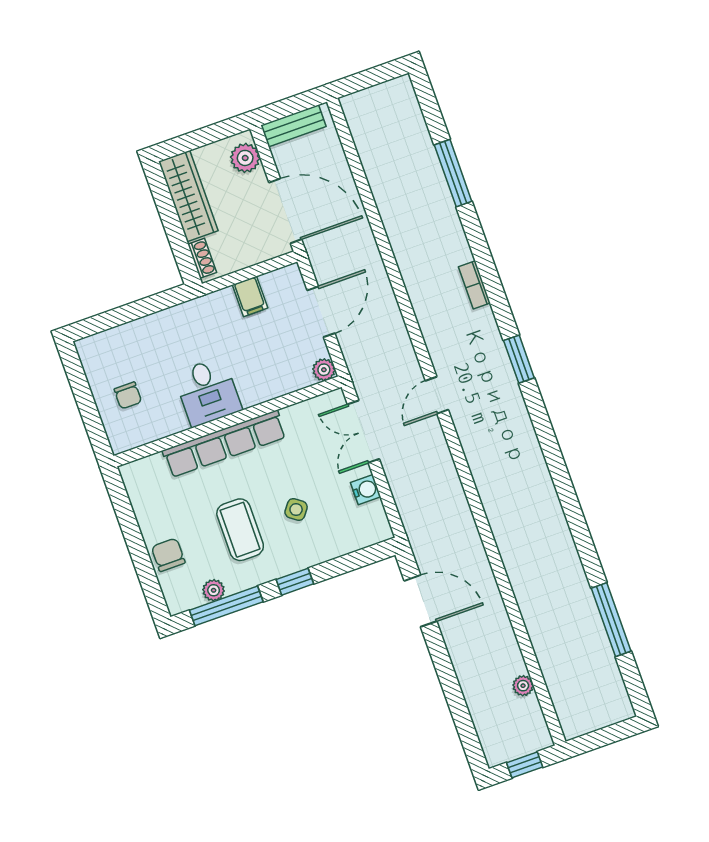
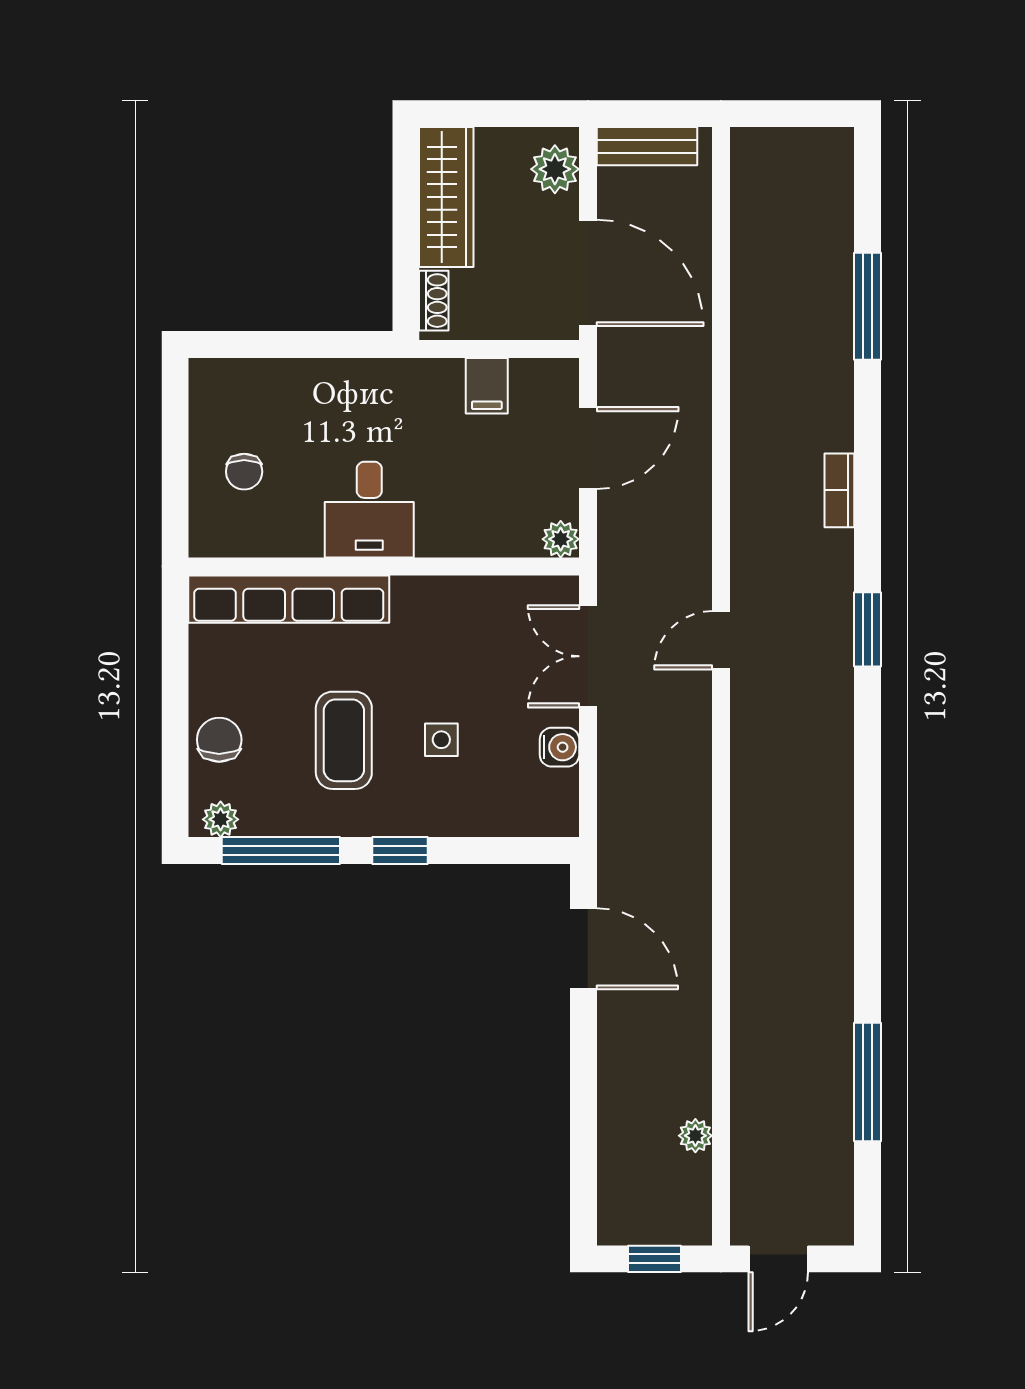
row of seats: (224, 444) -> (289, 599), moved
side table: (296, 510) -> (441, 740), turned -37
plant: (214, 590) -> (221, 819), moved
door: (596, 740) -> (778, 1259), added

